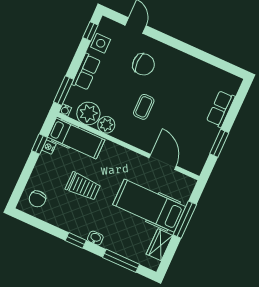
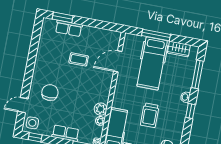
side table: (101, 43) -> (32, 123), moved
coffee table: (144, 107) -> (79, 59), moved
plant: (88, 113) -> (100, 121), width x0.53, depth x0.53
window: (219, 143) -> (63, 17), moved
trolley: (83, 186) -> (150, 115), turned 180

